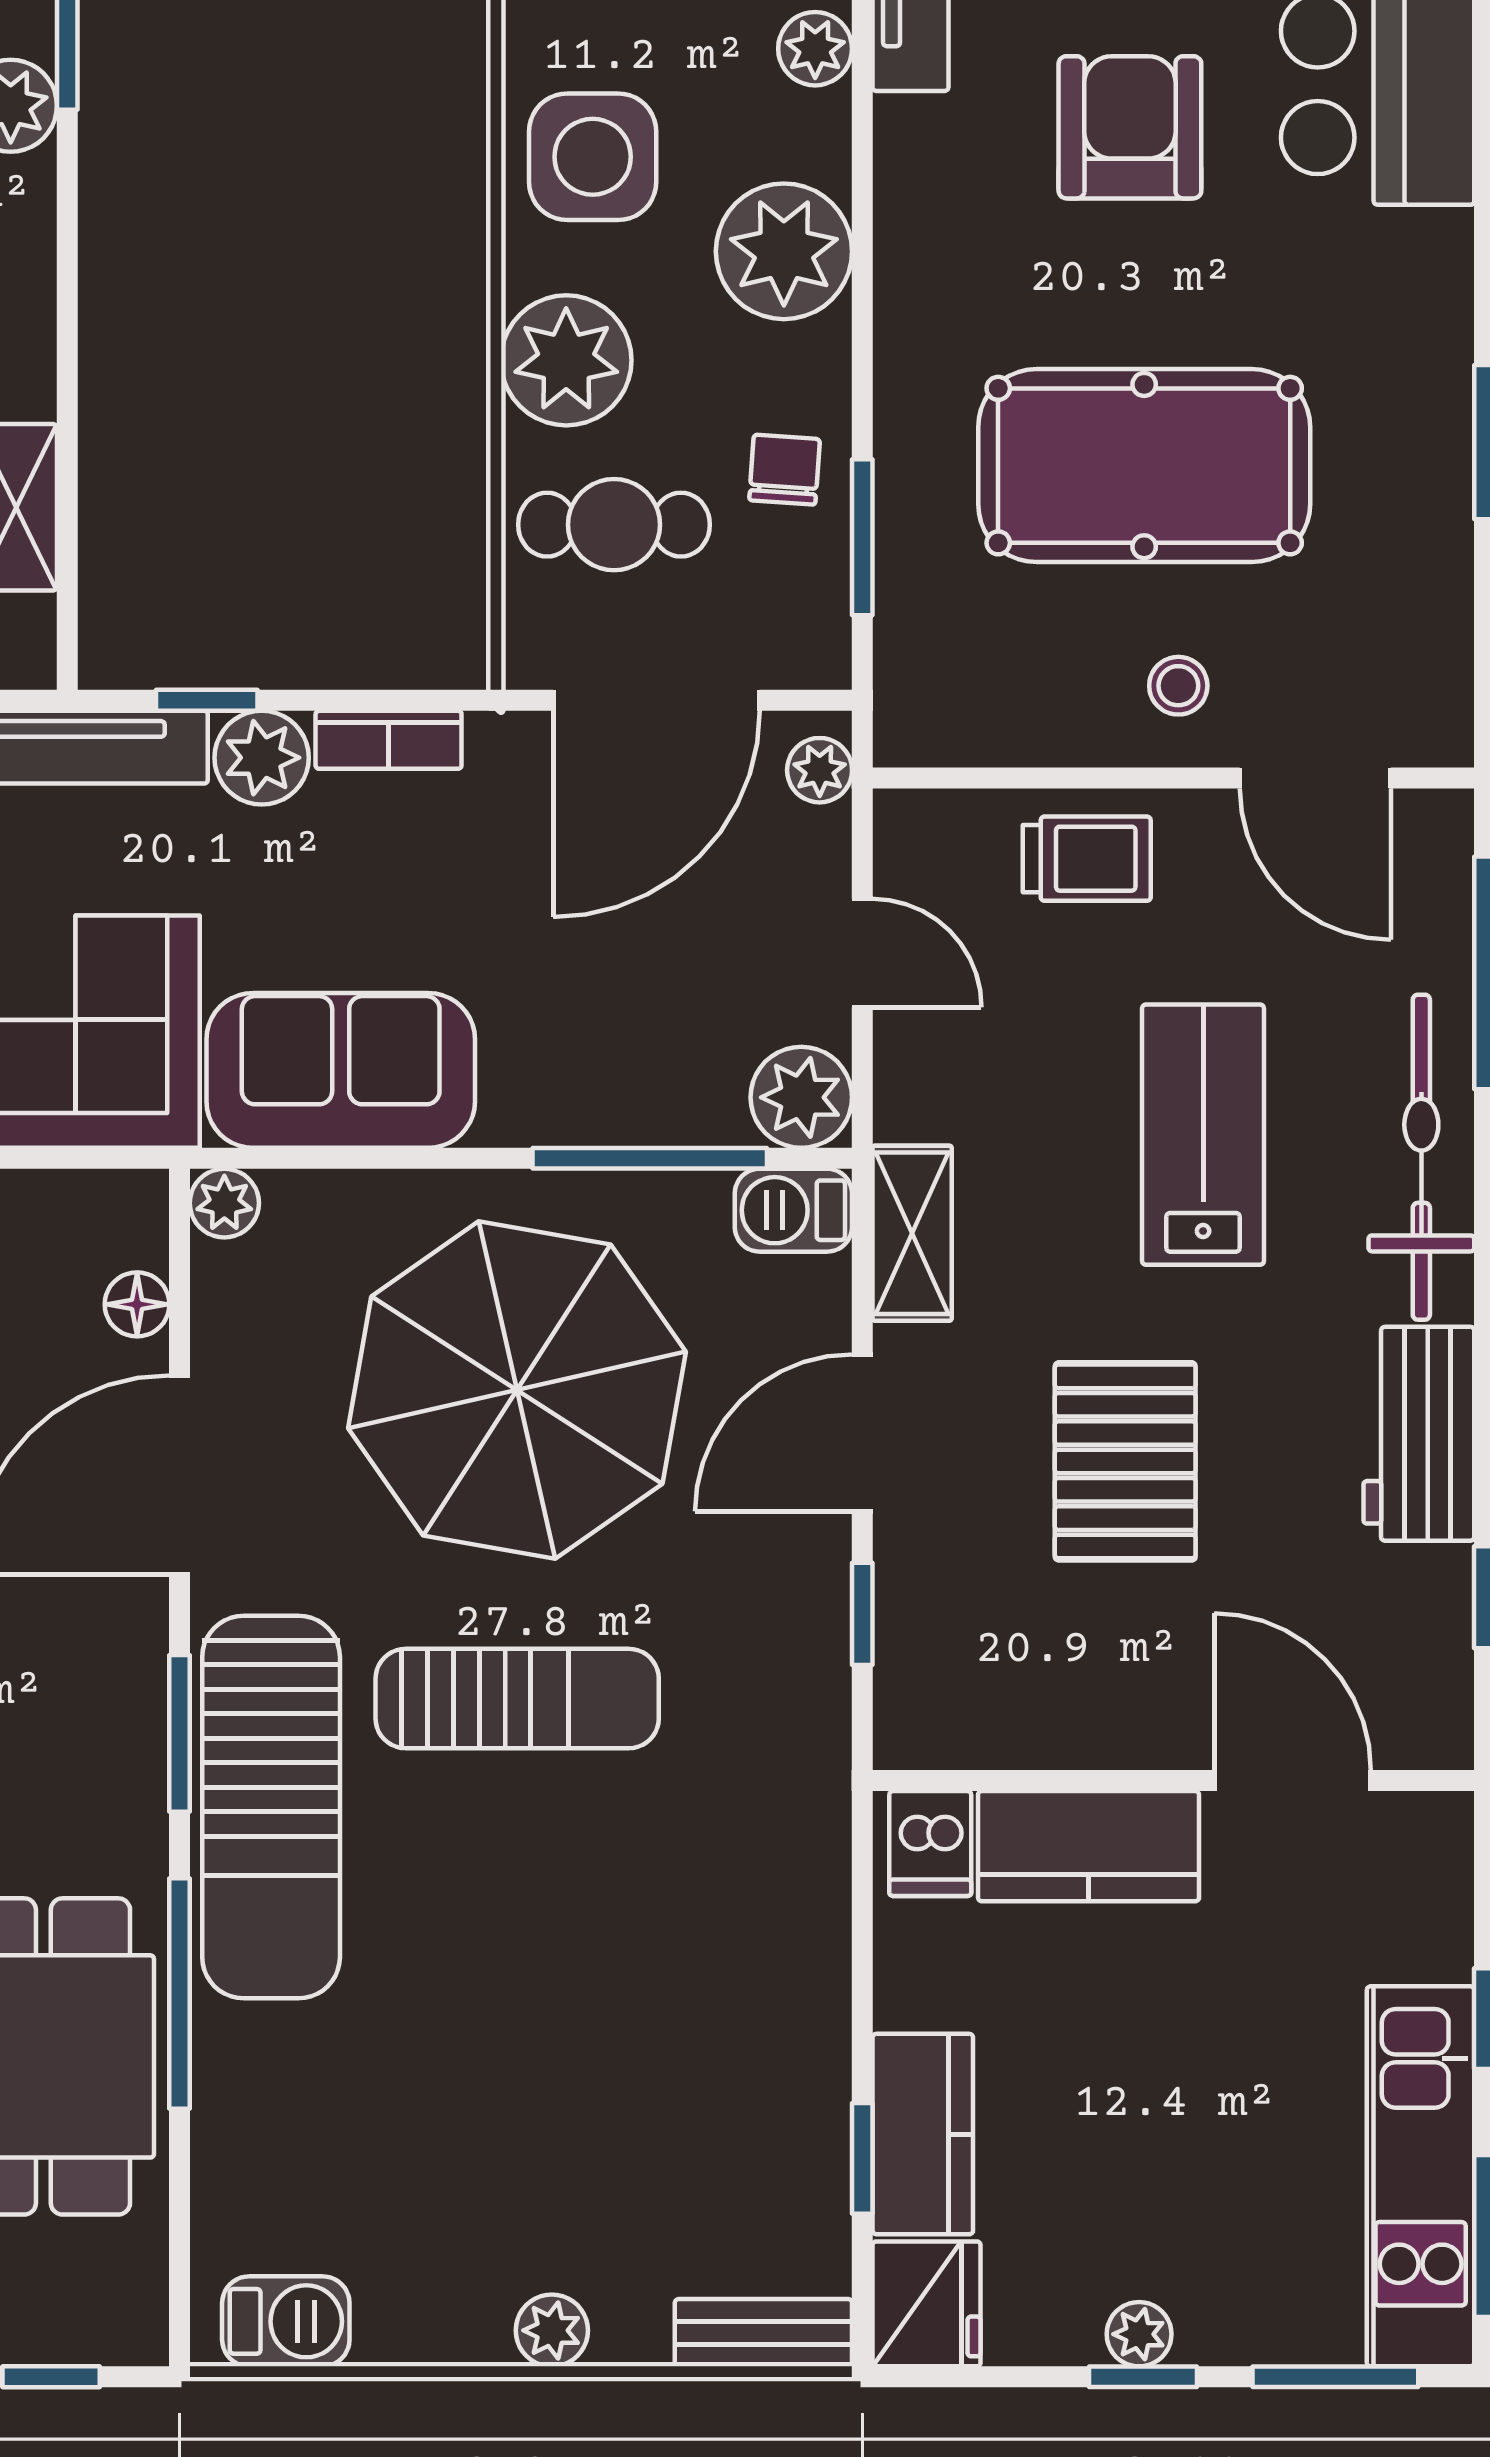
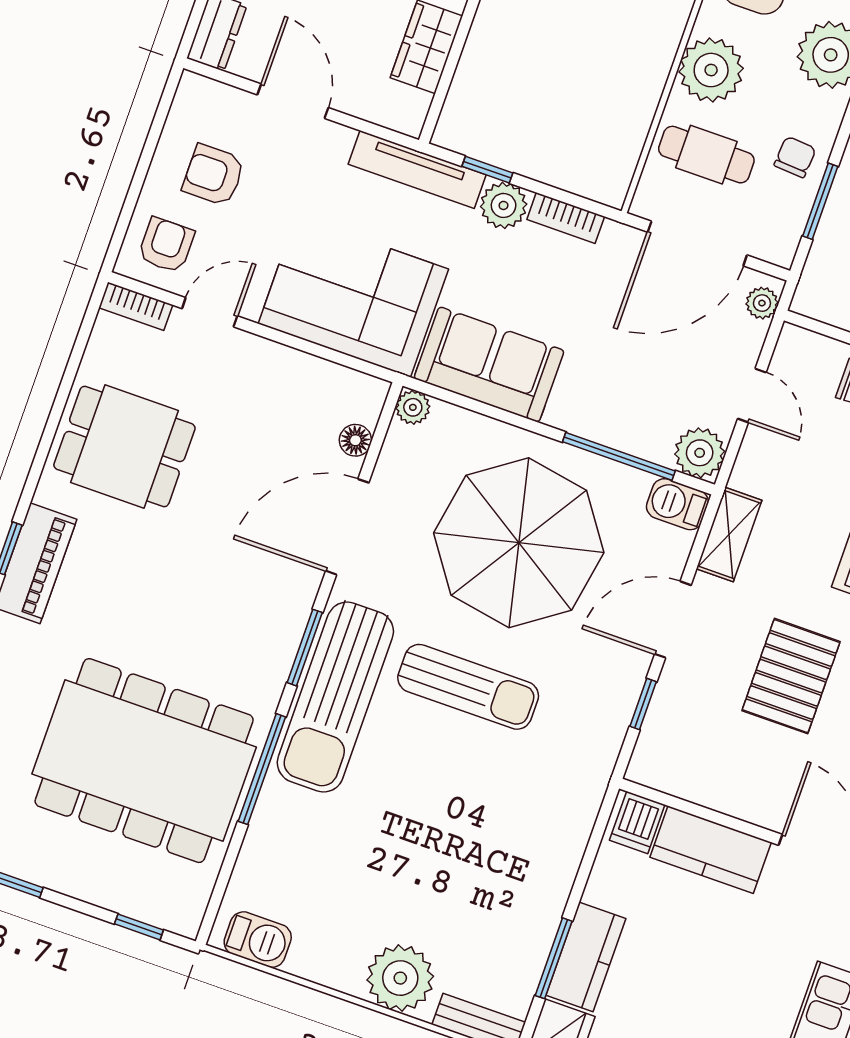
window: (862, 2158) -> (554, 958), width x1.50
plant: (552, 2330) -> (400, 978), width x1.87, depth x1.87

